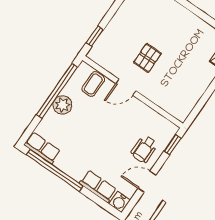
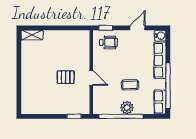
coffee table: (93, 84) -> (130, 85), moved
wheelchair: (144, 149) -> (108, 42), moved
door: (147, 182) -> (137, 28), swing flipped
row of seats: (98, 186) -> (160, 60), width x1.48

